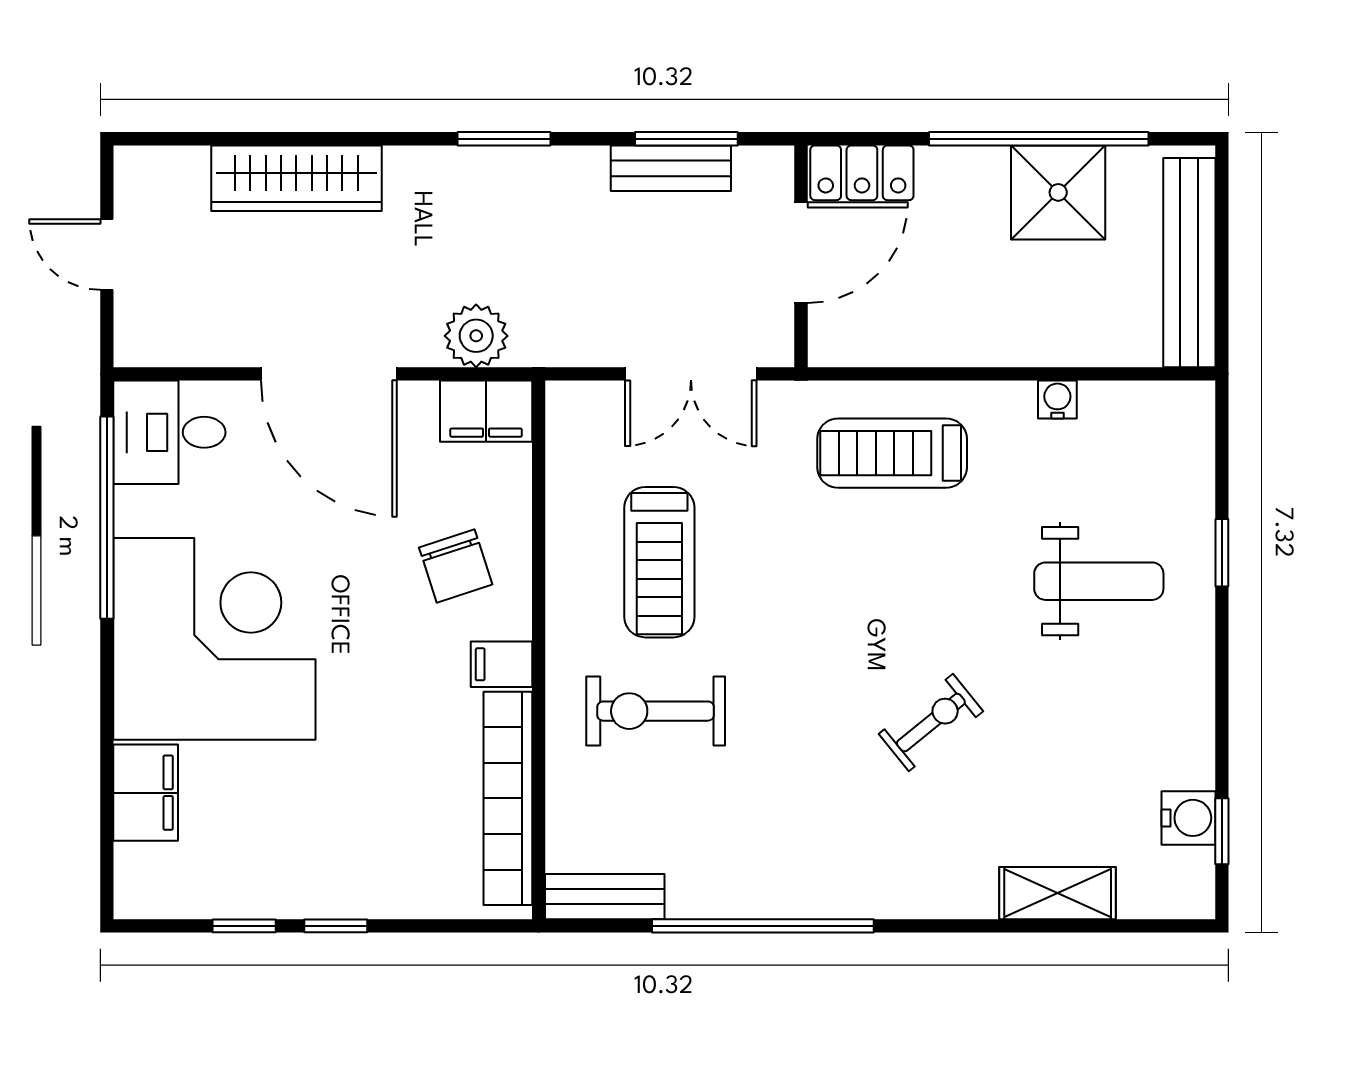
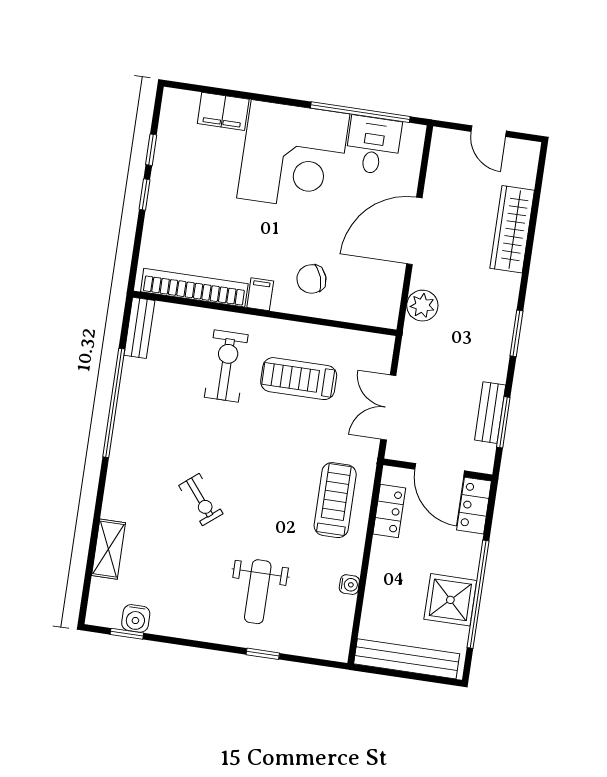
door: (107, 254) -> (489, 131), swing flipped
locker: (898, 341) -> (389, 511), added
filing cabinet: (486, 411) -> (385, 305), removed
desk: (169, 432) -> (373, 145), moved

